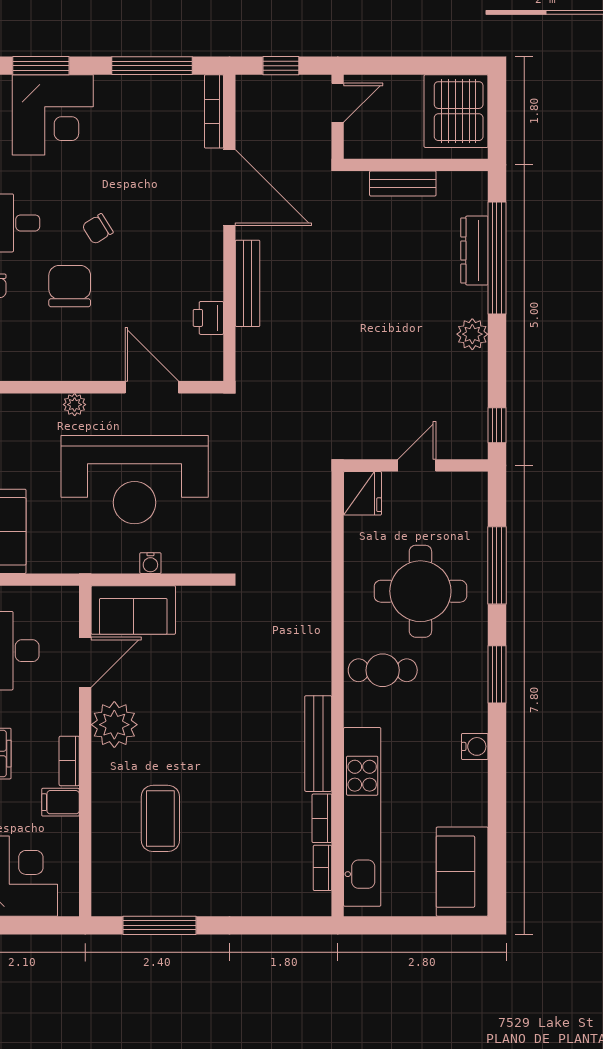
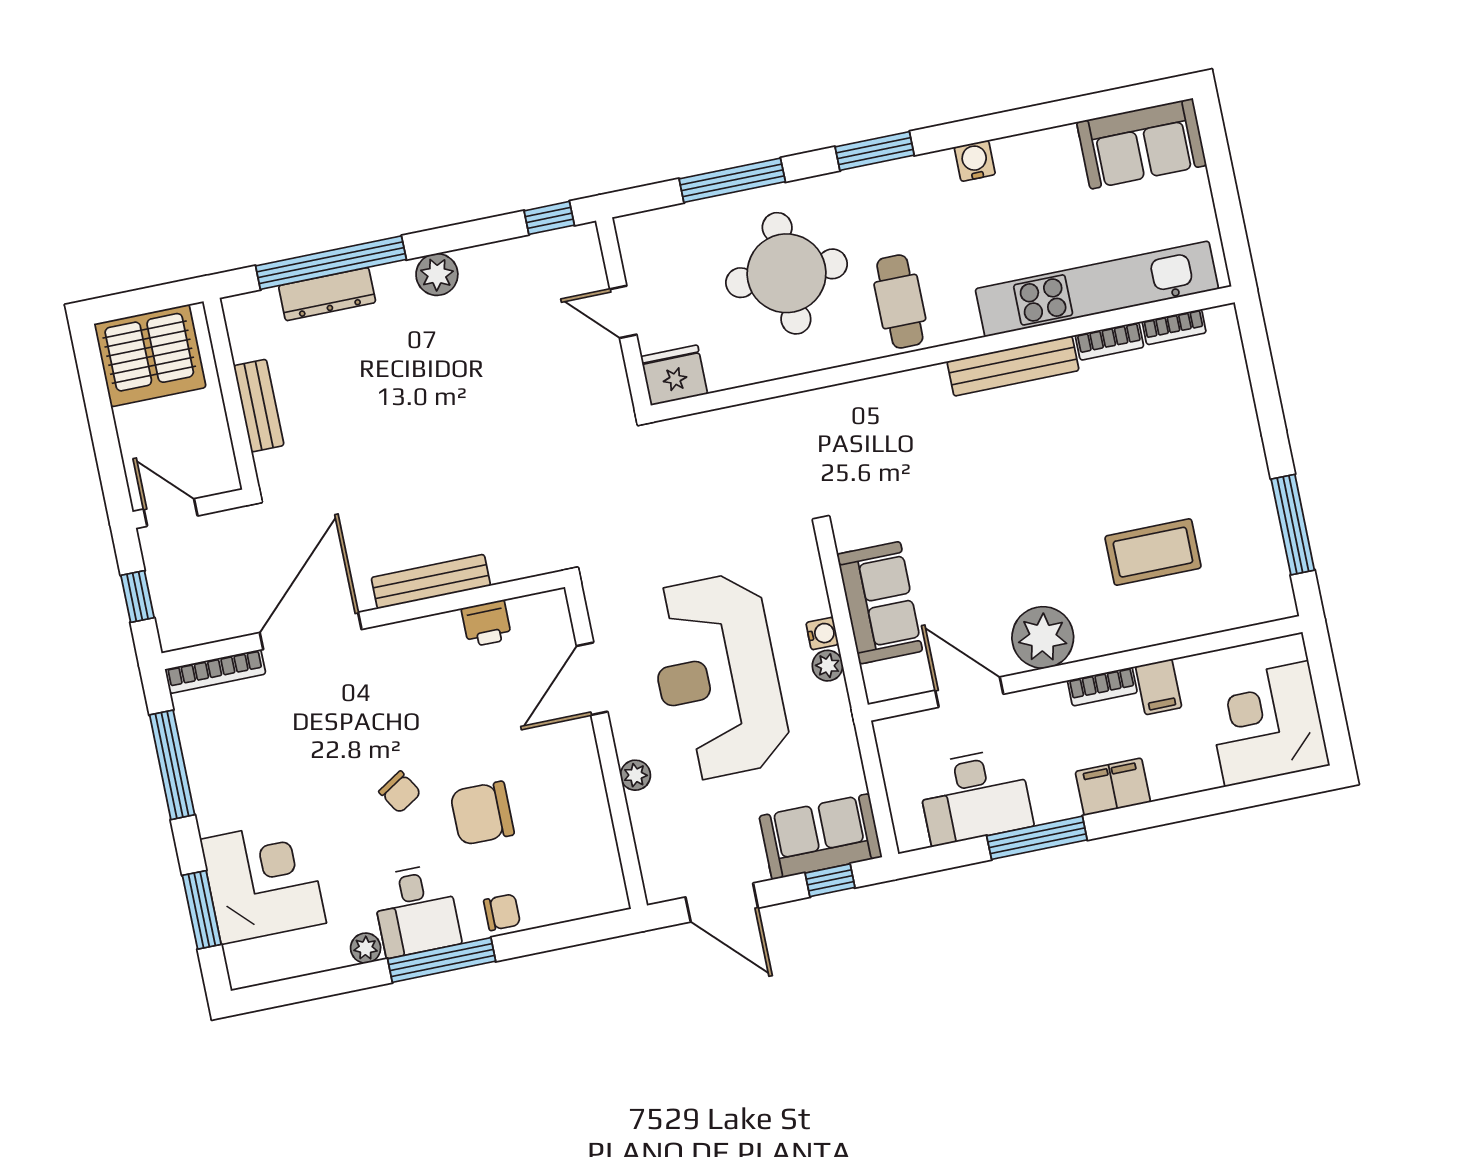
reception desk: (135, 480) -> (717, 677), turned 180
plant: (126, 562) -> (828, 666), added
sofa: (133, 610) -> (880, 603), moved

